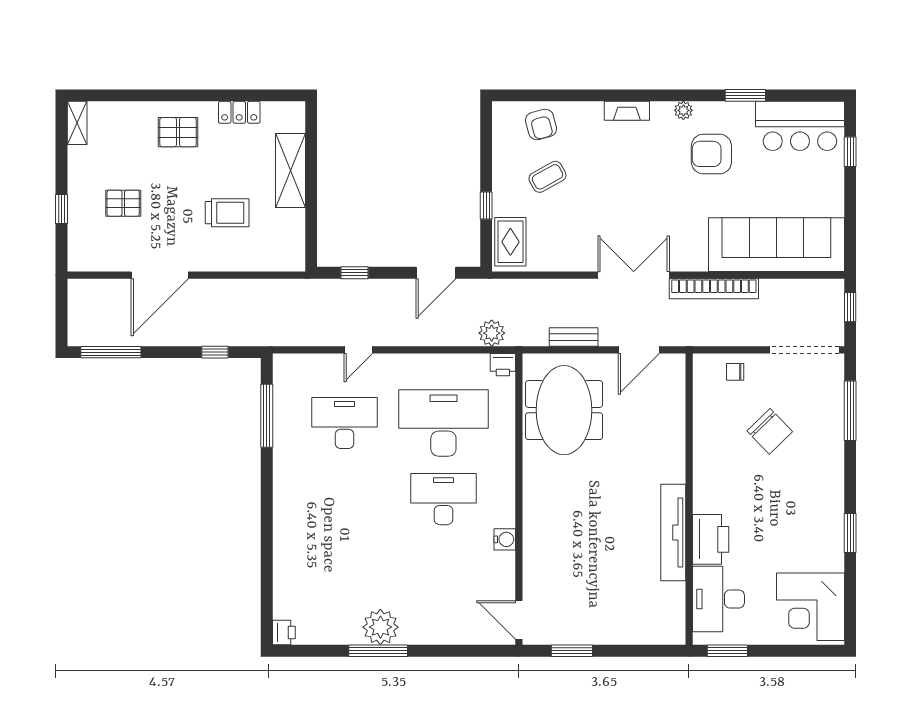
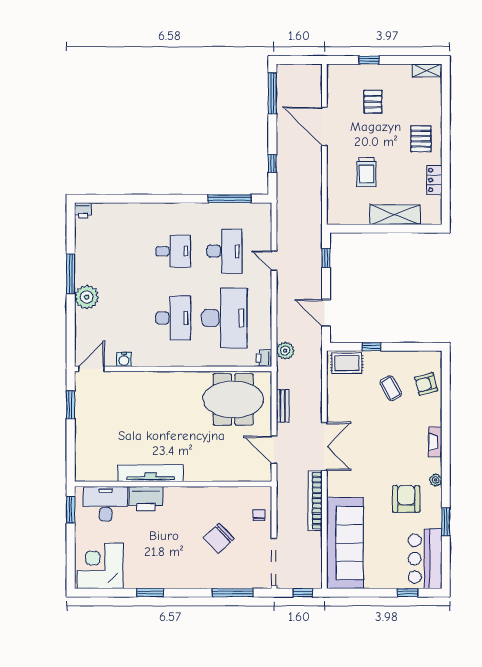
desk: (344, 499) -> (173, 251), added
water cooler: (505, 539) -> (124, 359), moved
plant: (380, 627) -> (87, 297), moved

